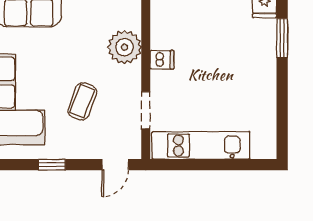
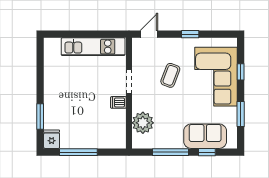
plant: (125, 47) -> (143, 123), moved
doorway: (146, 110) -> (129, 82), moved

